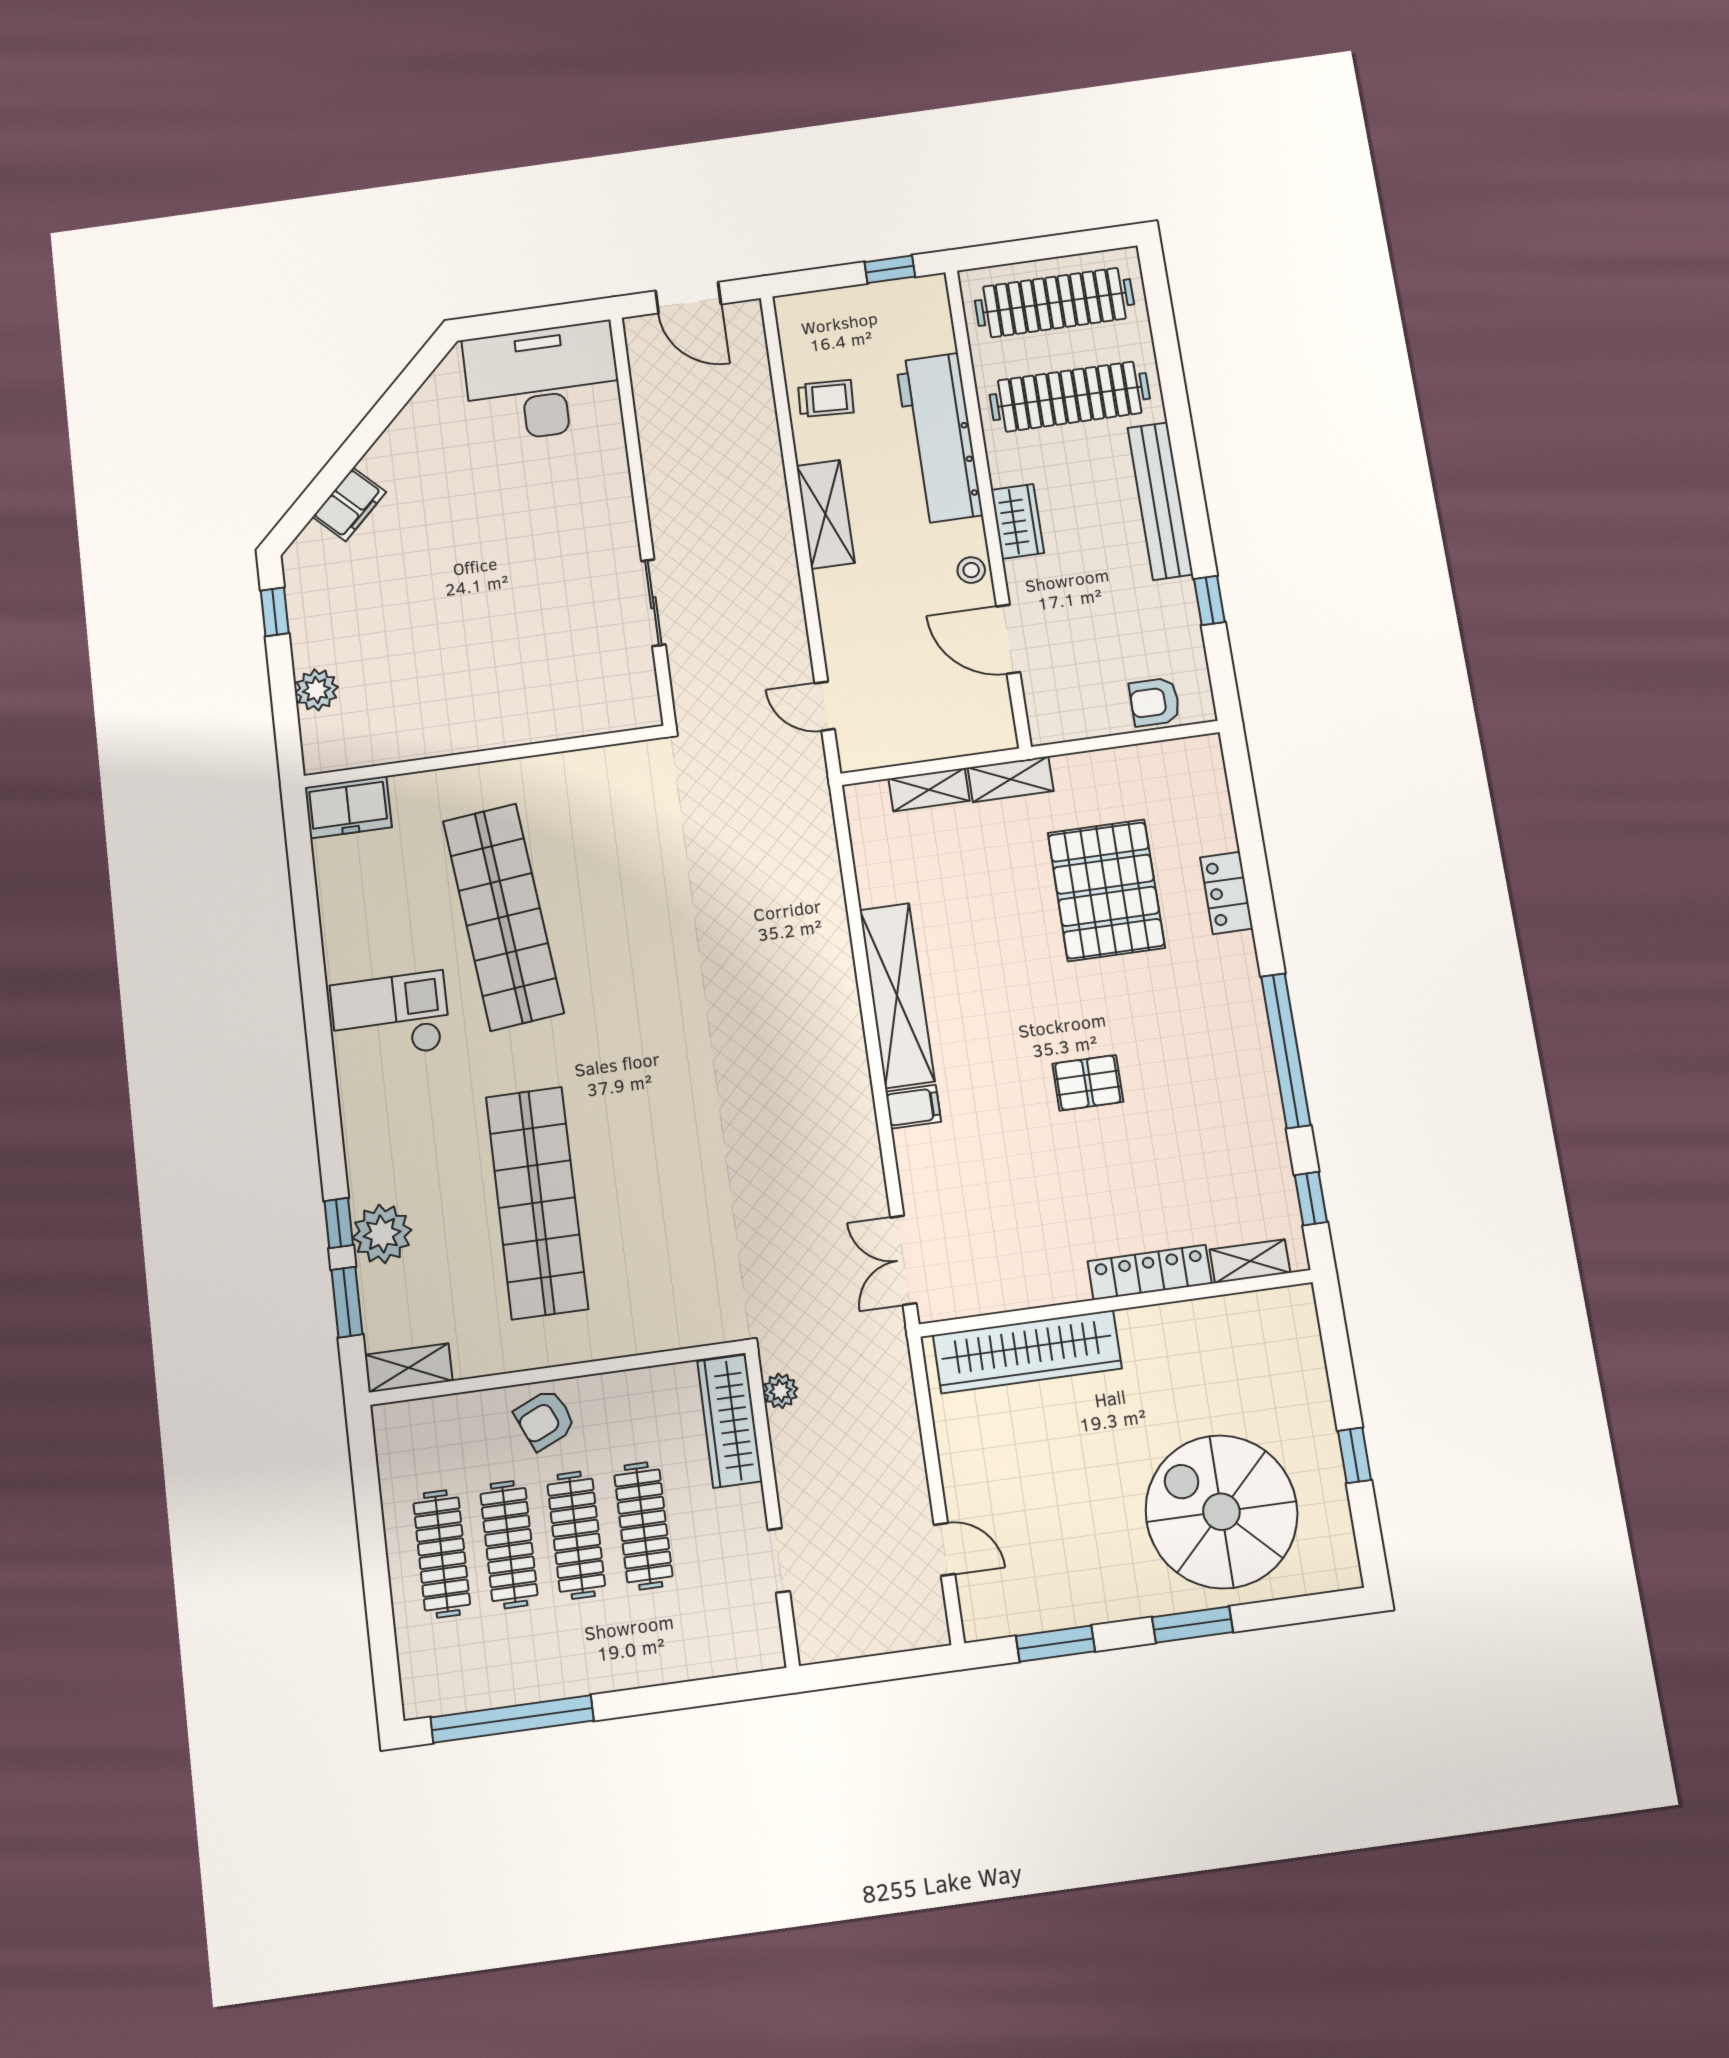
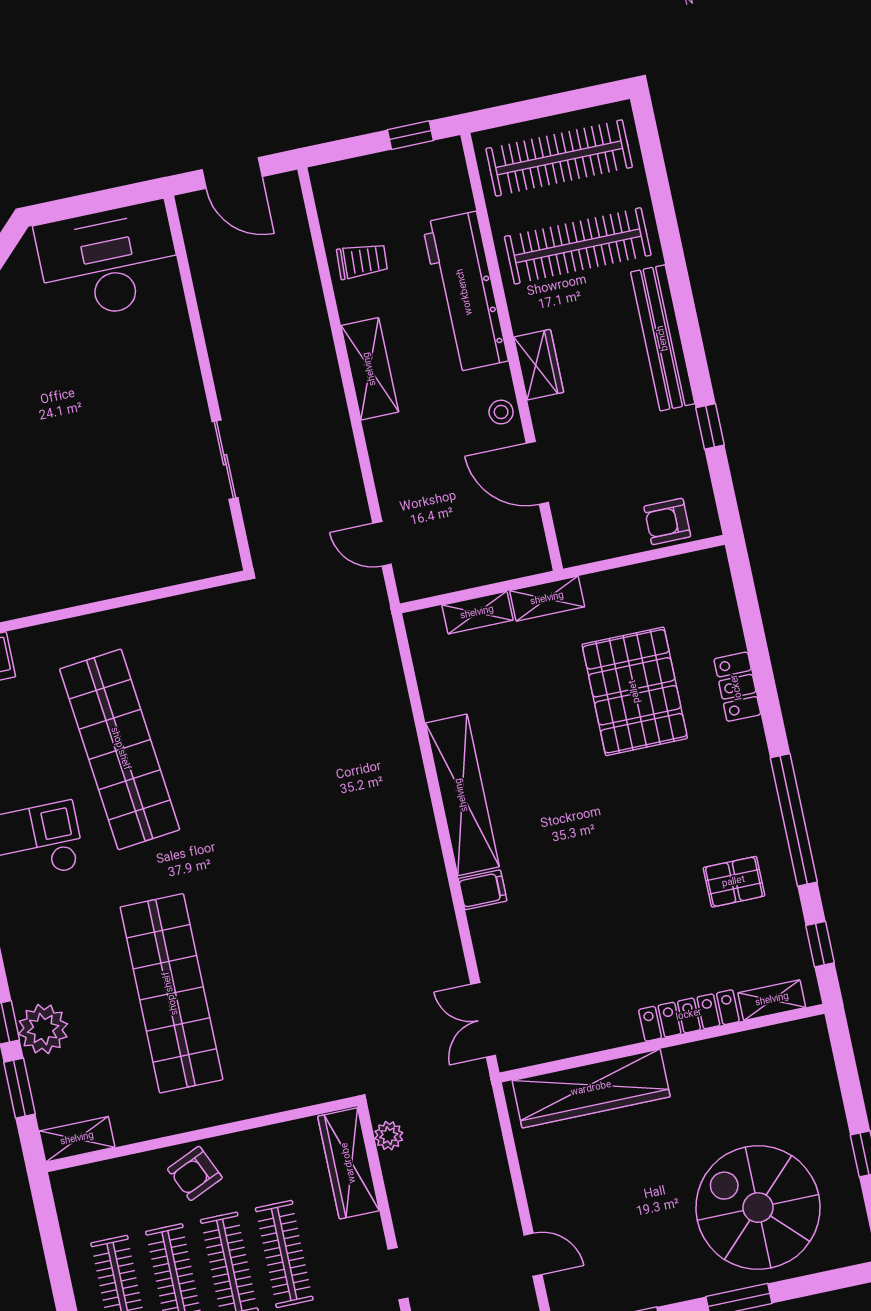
pallet: (1088, 1083) -> (734, 882), moved

